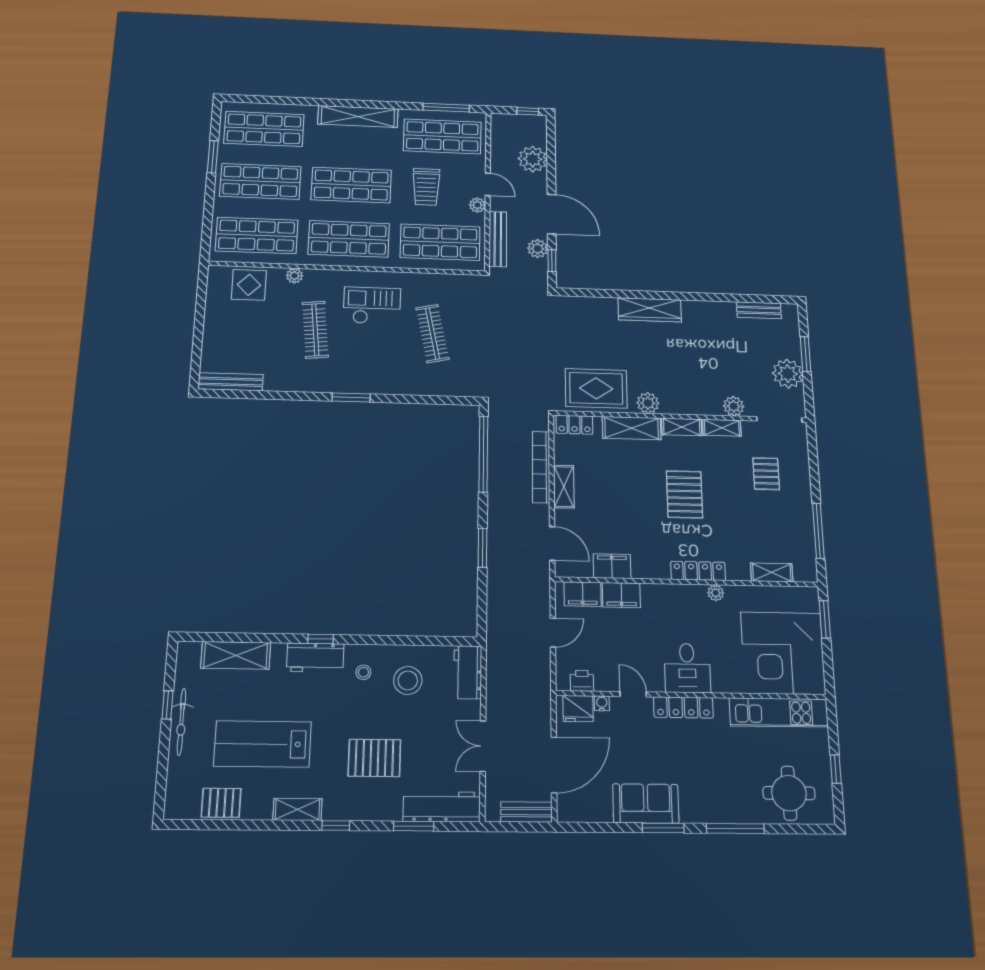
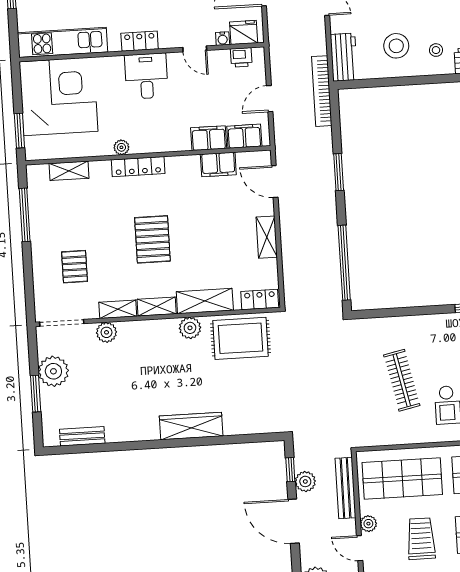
bookcase: (541, 467) -> (322, 91), moved, turned 180
locker: (683, 707) -> (140, 41), width x0.66

